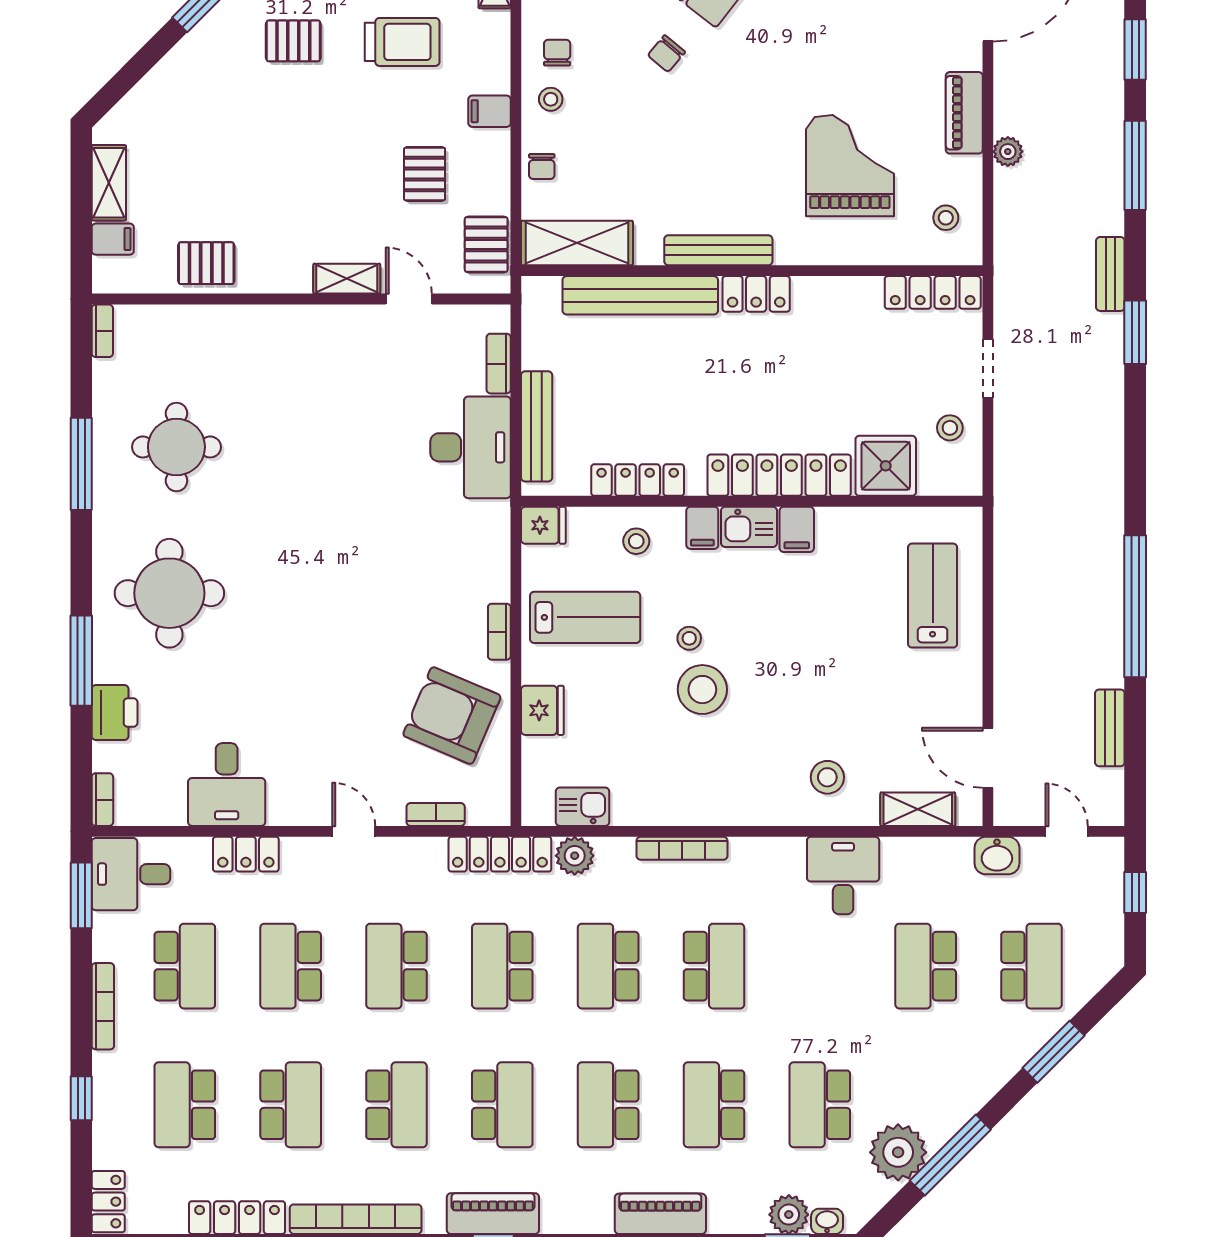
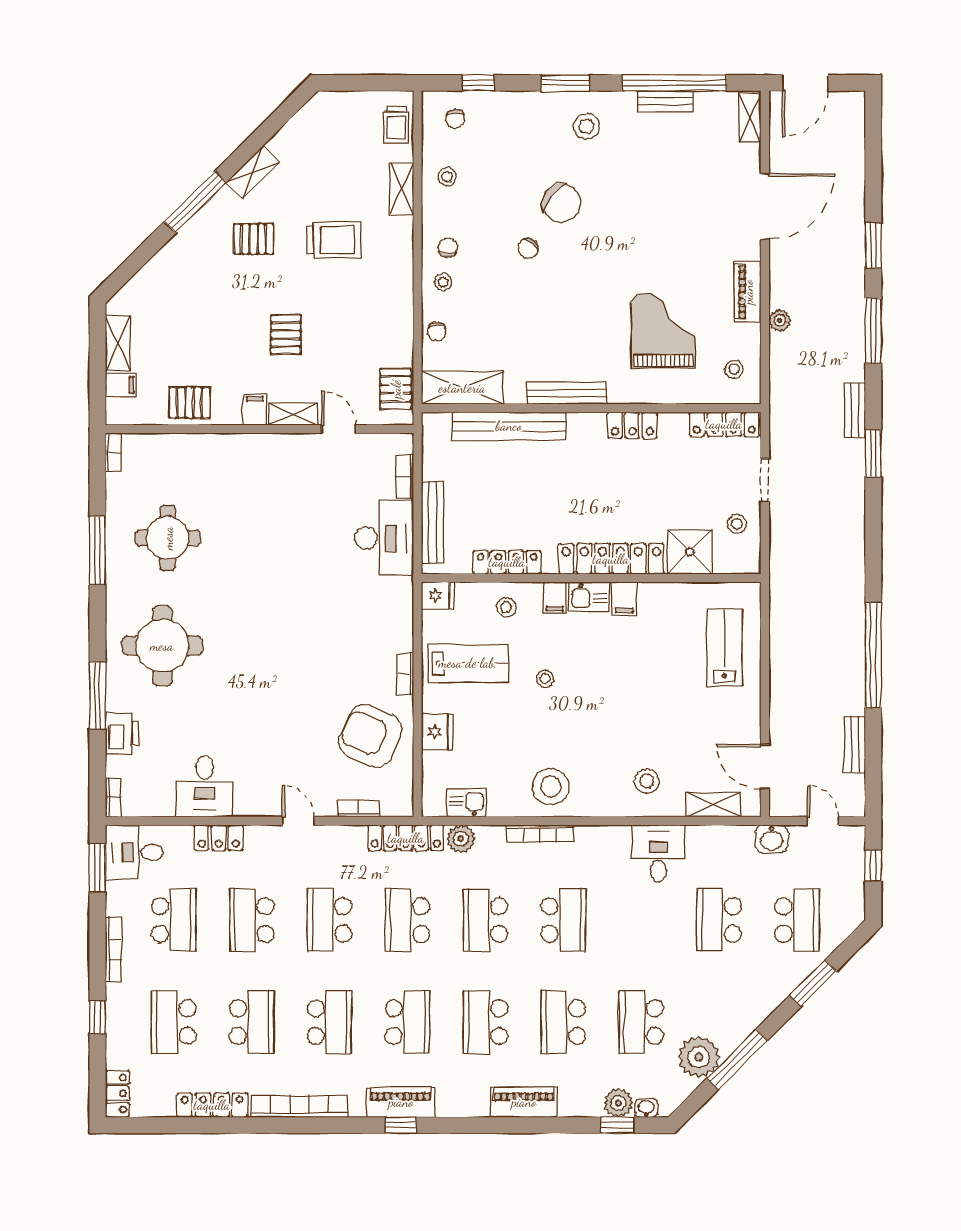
filing cabinet: (489, 111) -> (255, 410), moved, turned 90
pallet: (425, 174) -> (286, 335), moved
locker: (756, 294) -> (632, 425), moved
stool: (702, 690) -> (551, 786), moved

